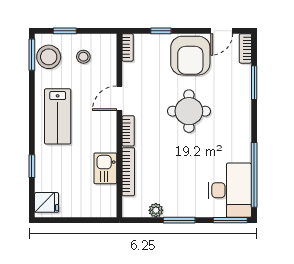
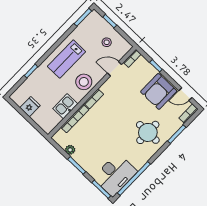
stool: (49, 57) -> (84, 82), moved
door: (119, 98) -> (115, 69), moved
round table: (189, 111) -> (148, 132), moved
fridge: (47, 202) -> (30, 107), moved, turned -90

